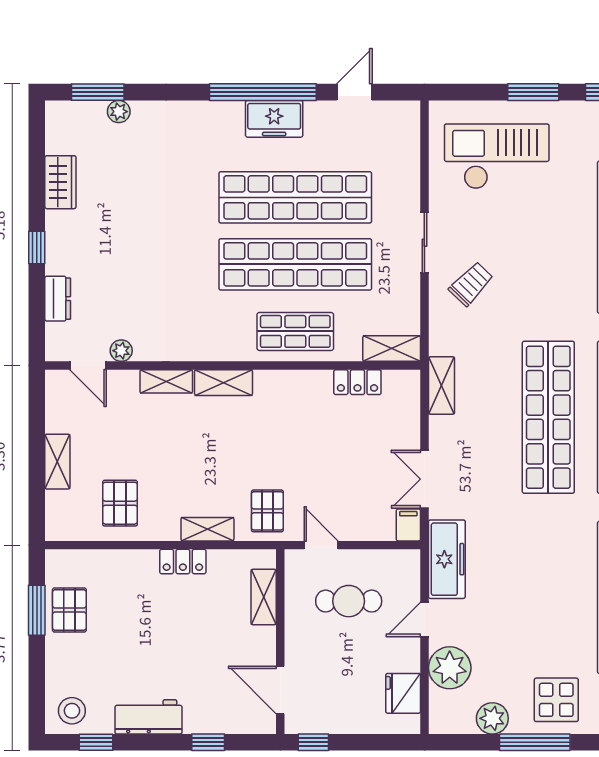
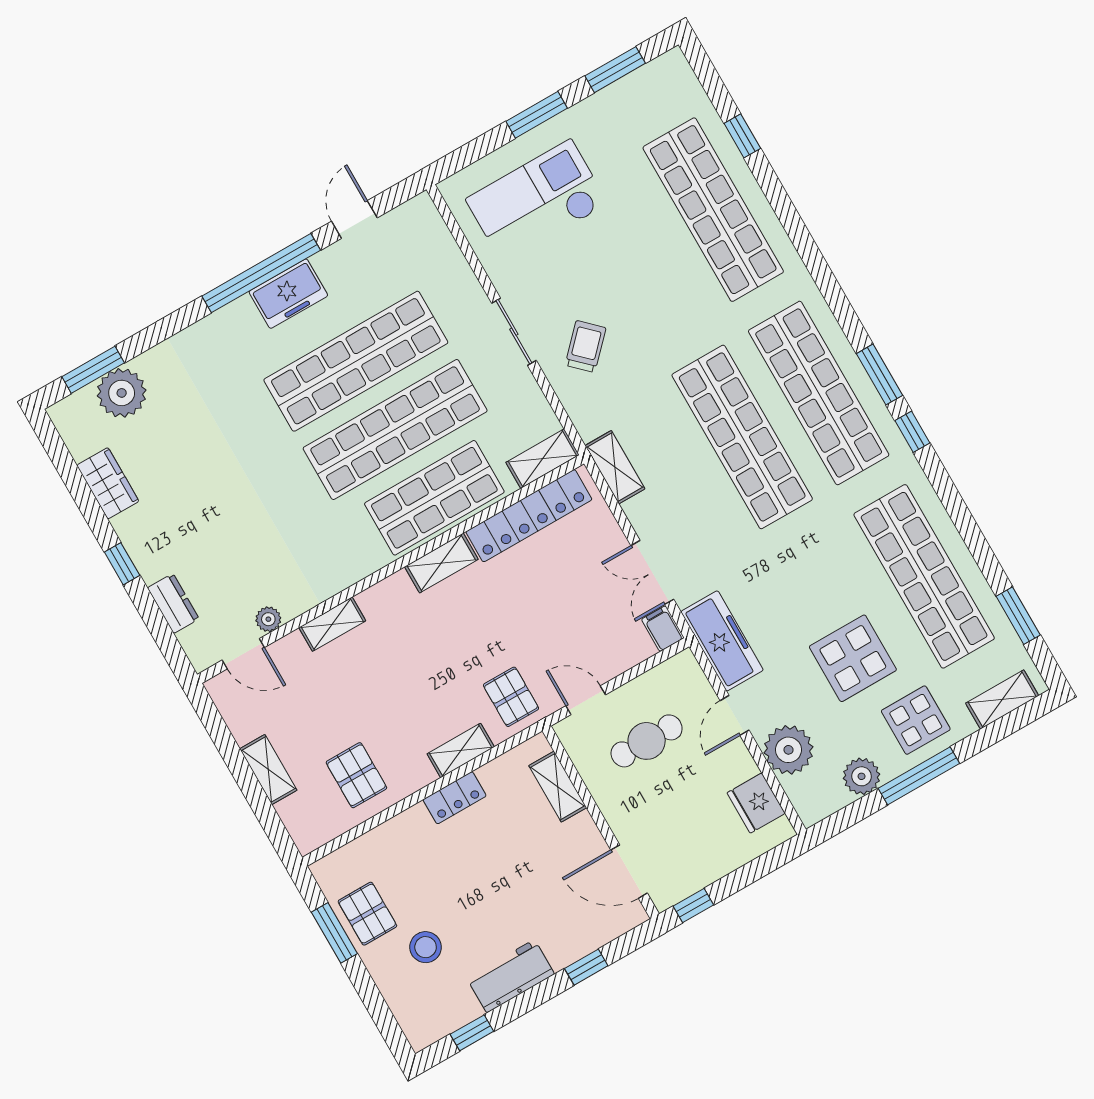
plant: (119, 112) -> (122, 393), width x1.87, depth x1.87
shop shelf: (295, 331) -> (434, 498), width x1.43, depth x1.36
locker: (357, 382) -> (529, 516), width x2.16, depth x1.21
shelving: (223, 383) -> (441, 563), moved
display table: (536, 628) -> (853, 658), added
stool: (72, 711) -> (426, 947), moved

